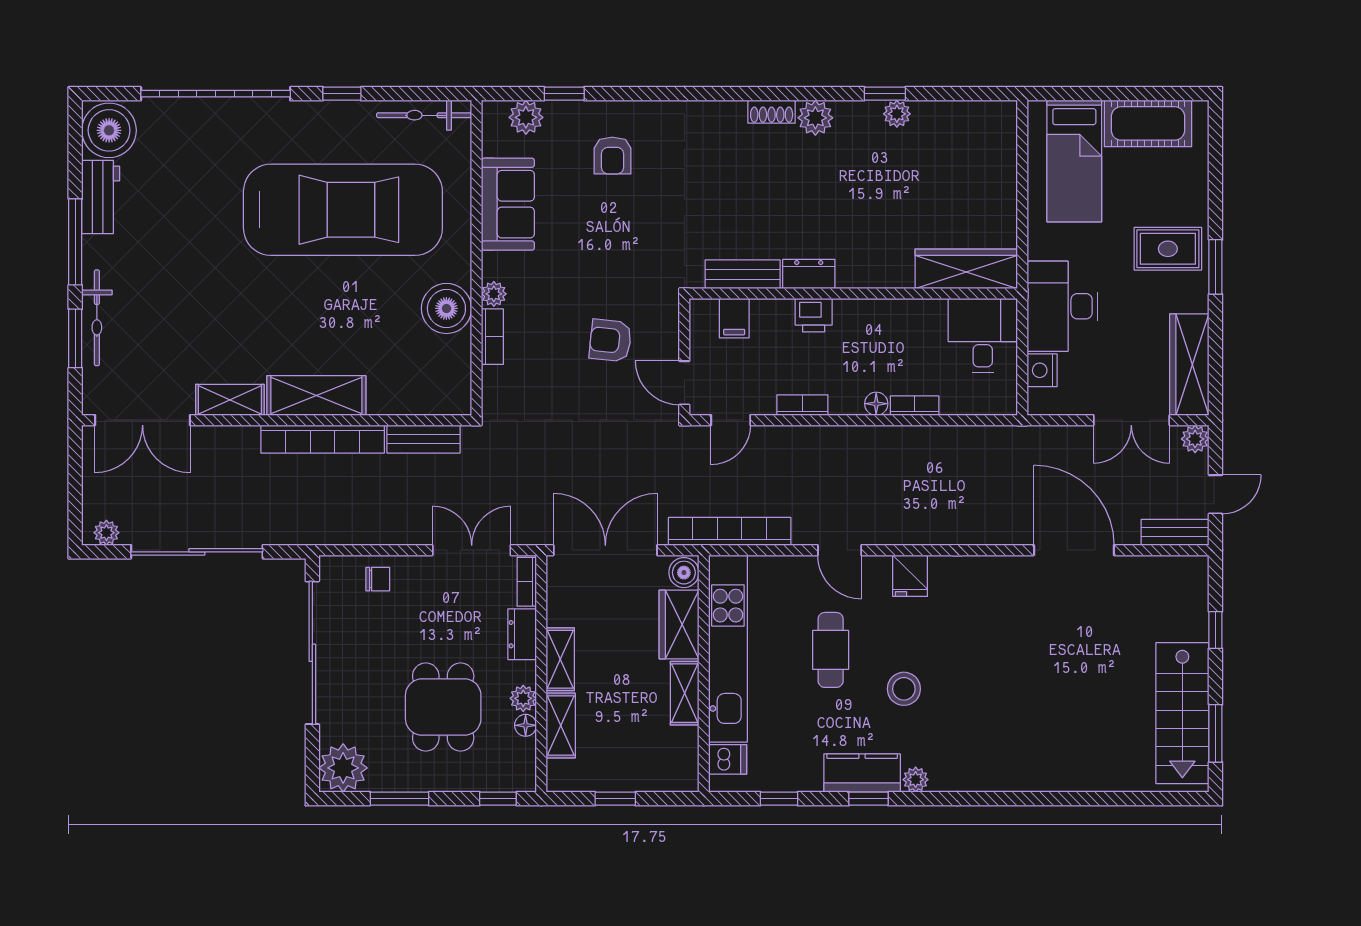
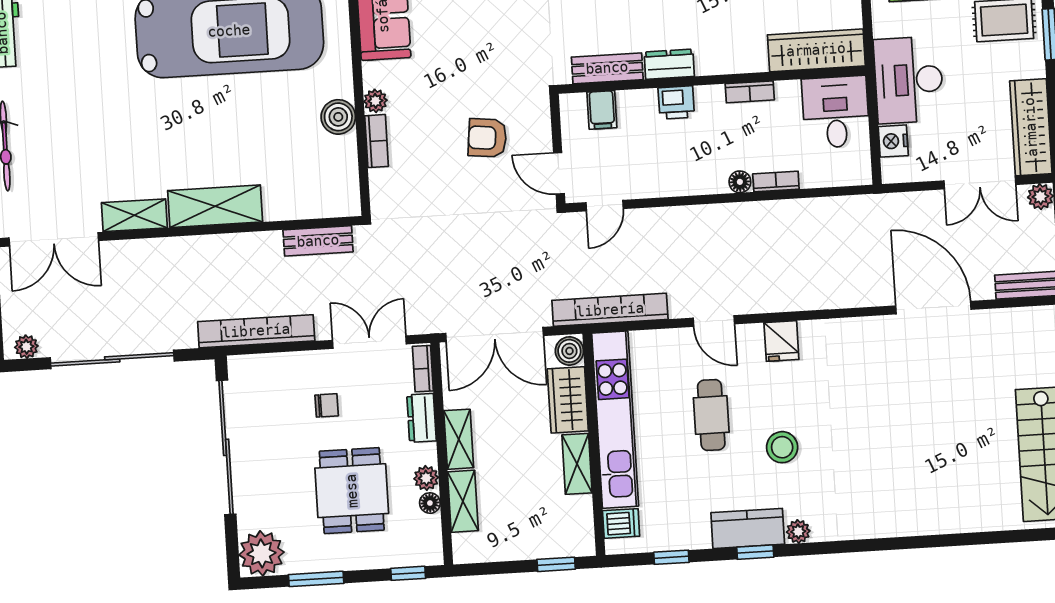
boiler: (446, 308) -> (338, 117), width x0.73, depth x0.73
bookcase: (802, 405) -> (750, 92), moved, turned 180
bookcase: (323, 439) -> (256, 331), moved, turned 180
double door: (605, 550) -> (495, 334), swing flipped
chair: (378, 579) -> (327, 405), moved
window: (615, 799) -> (556, 564), moved

